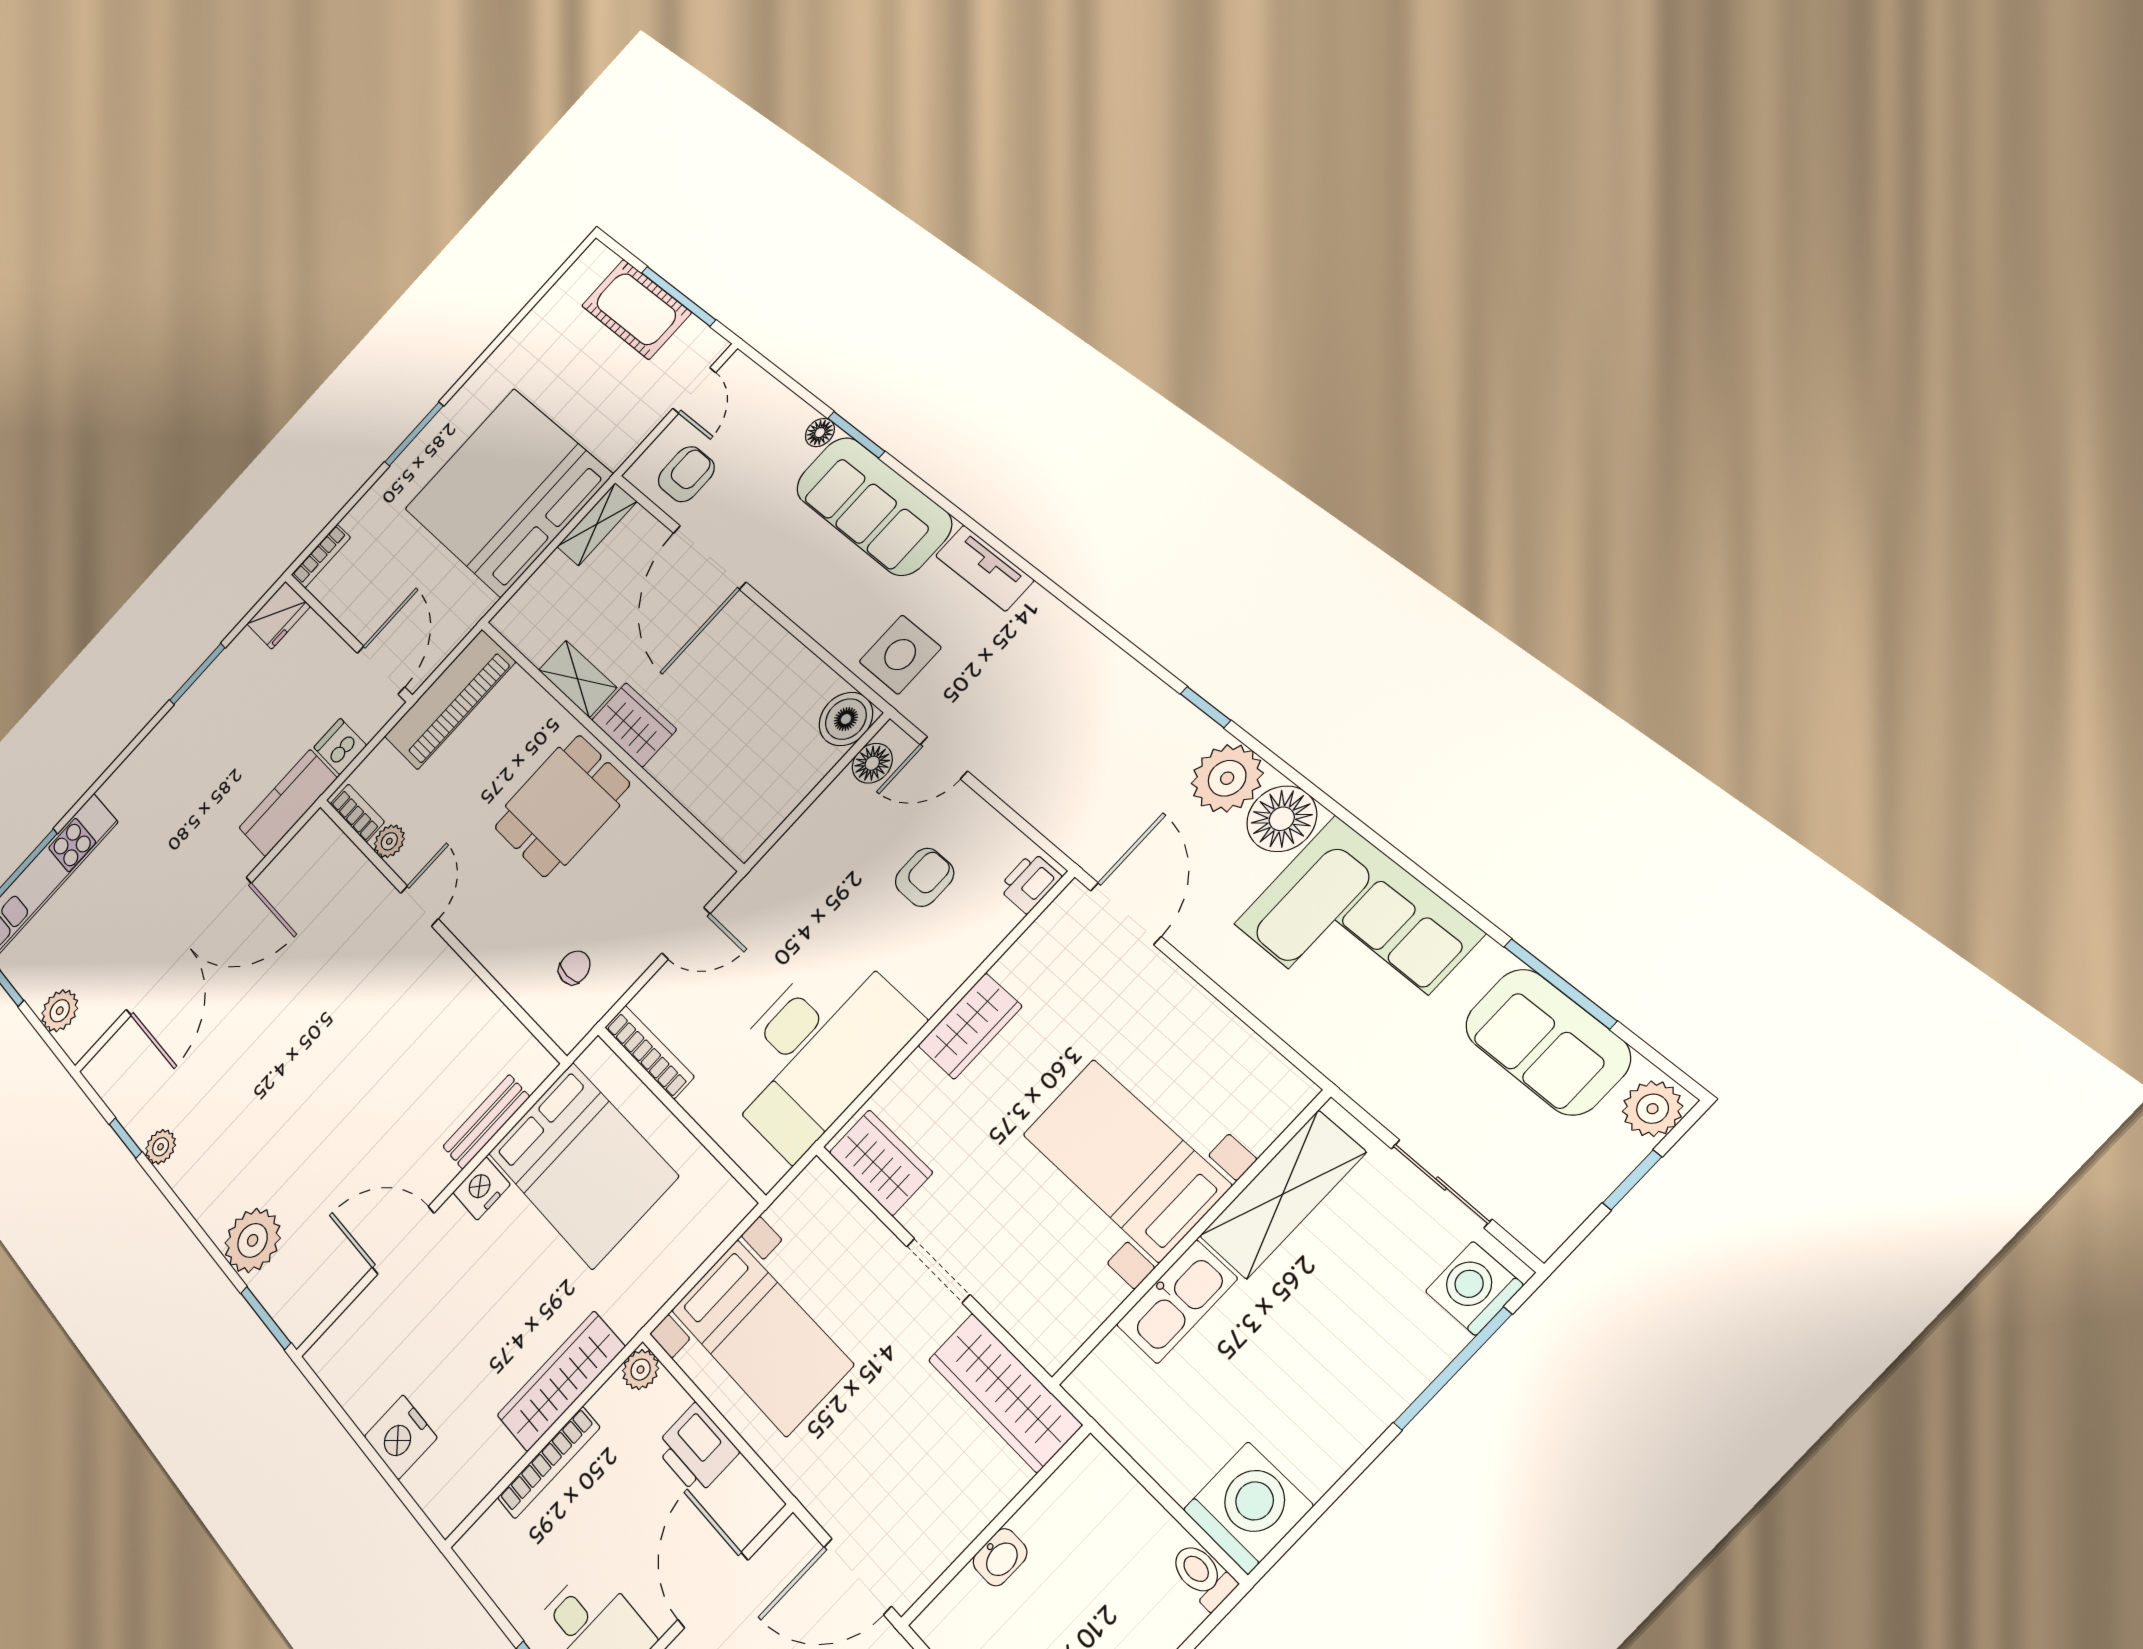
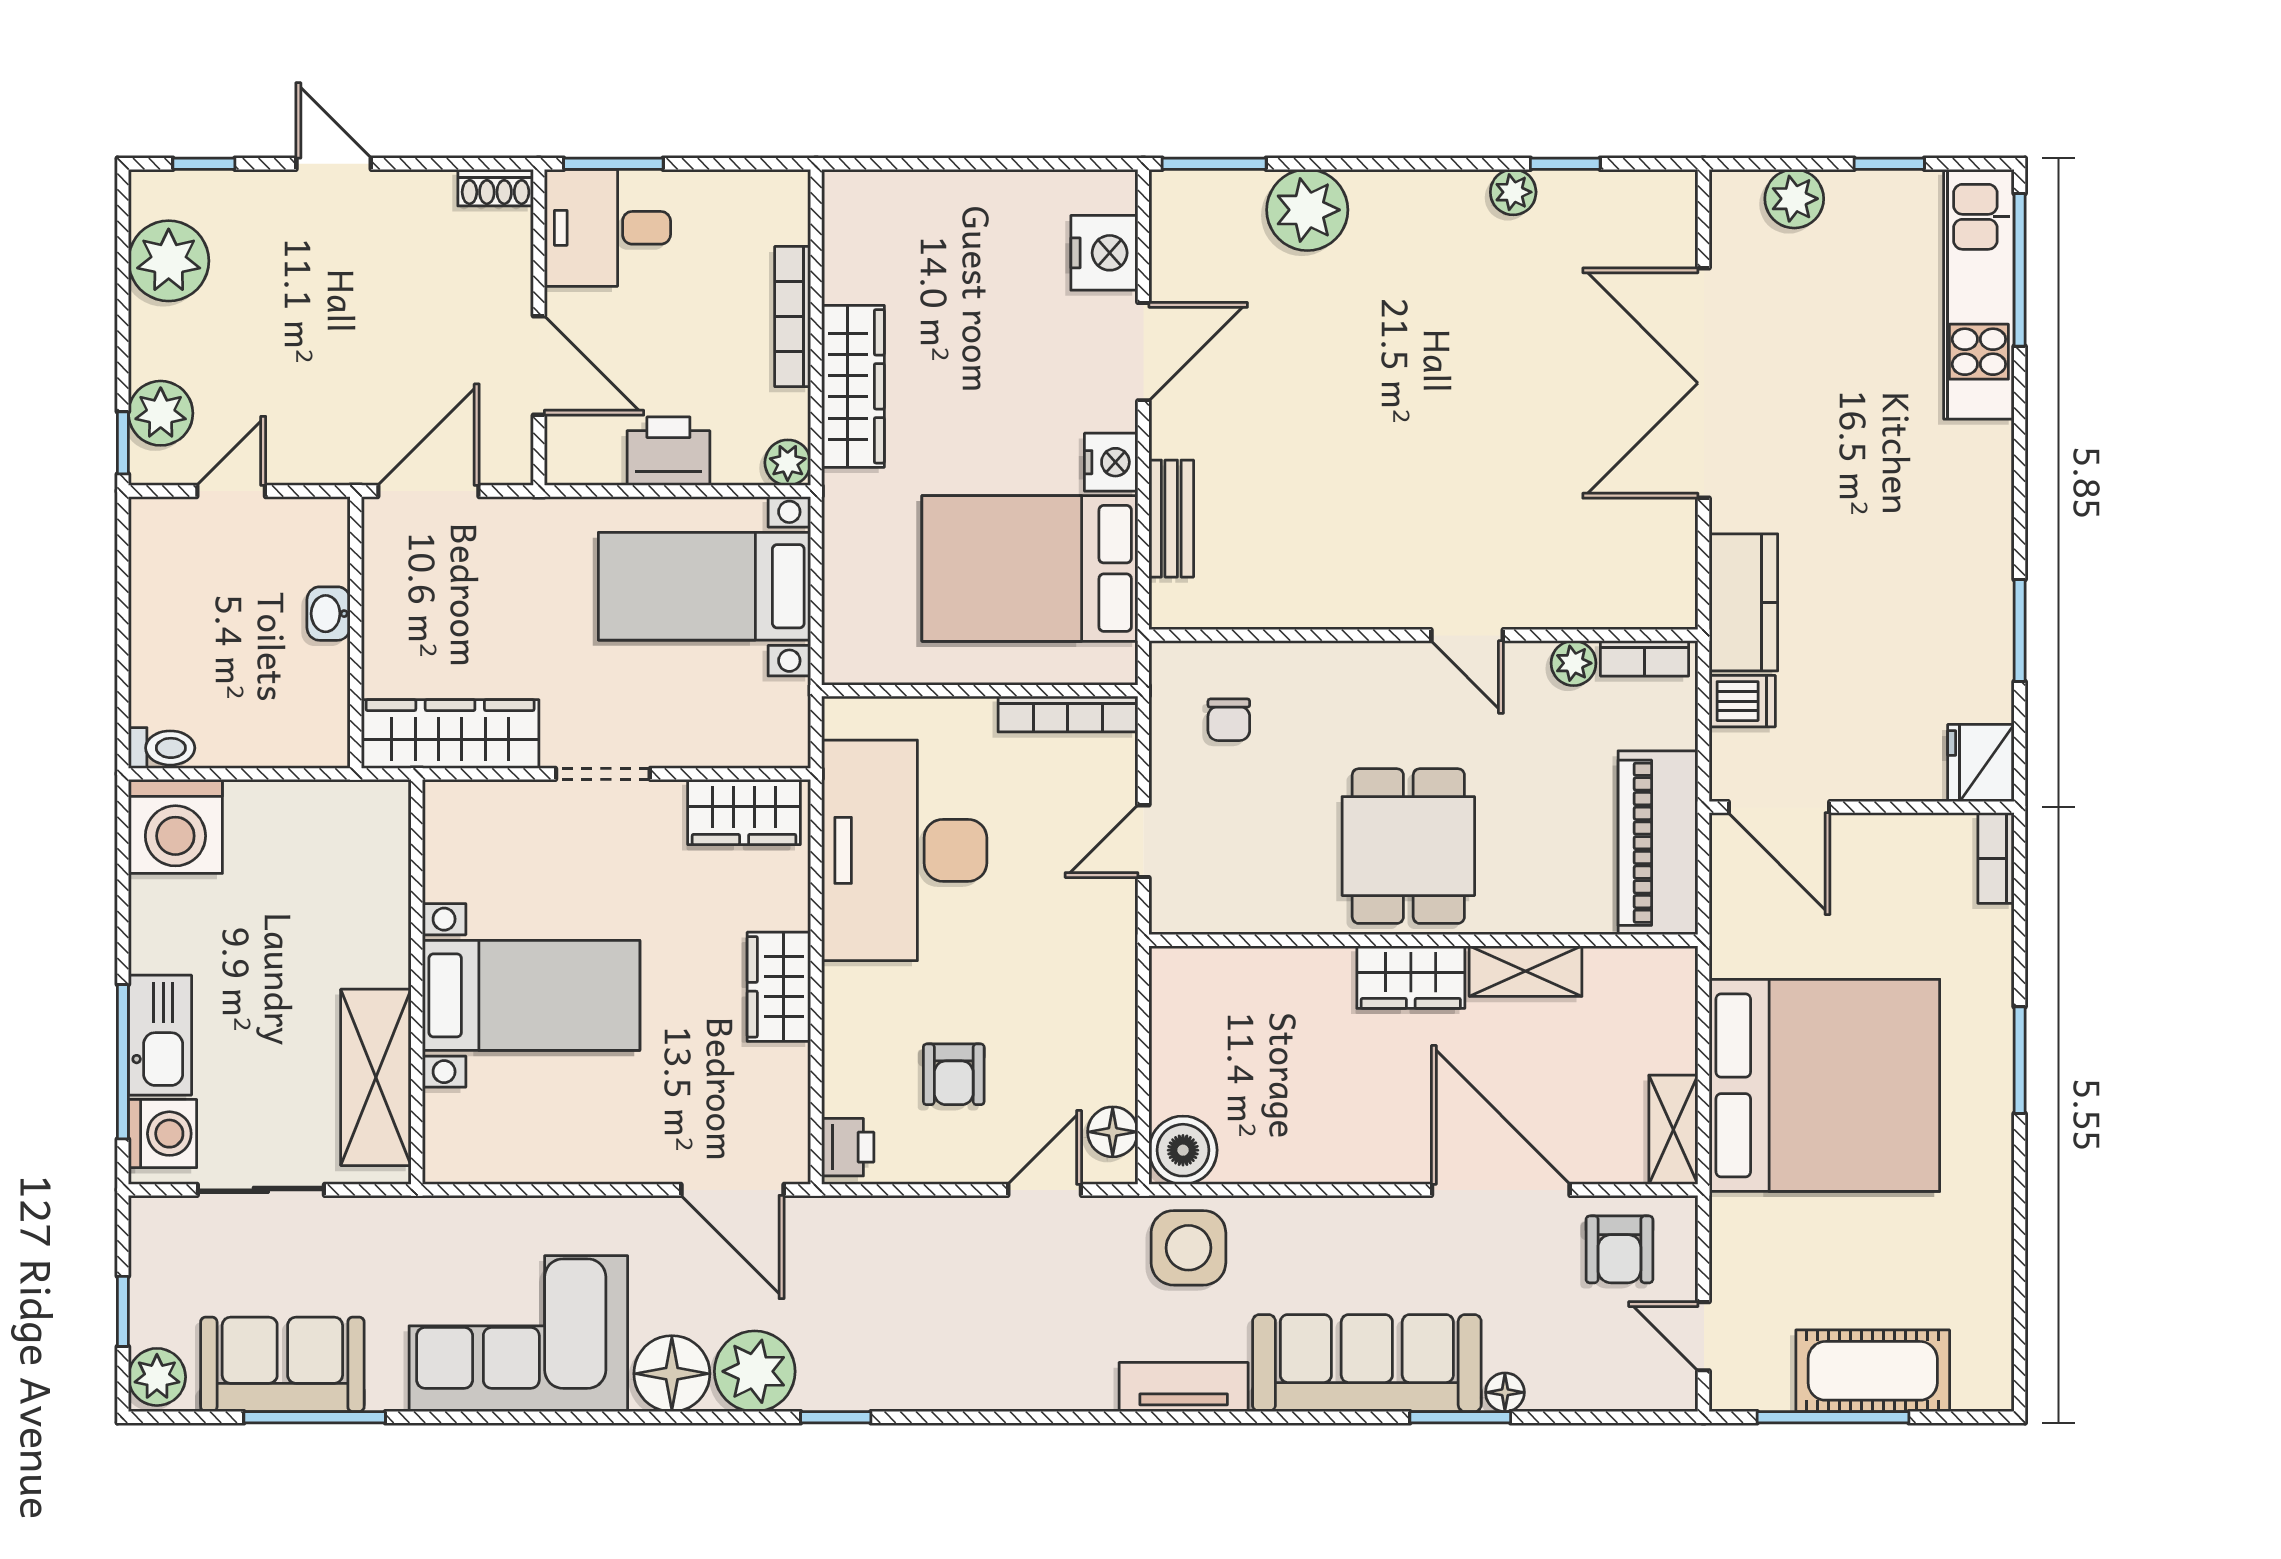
kitchen sink: (1177, 1302) -> (160, 1035), moved, turned 180
nightstand: (401, 1437) -> (1104, 253), moved, turned 90

